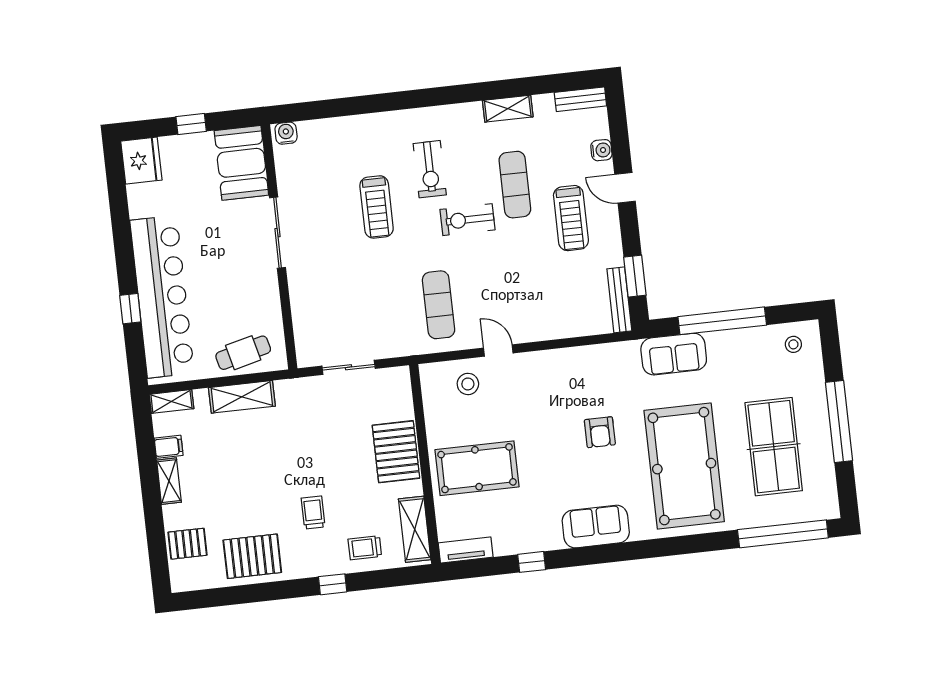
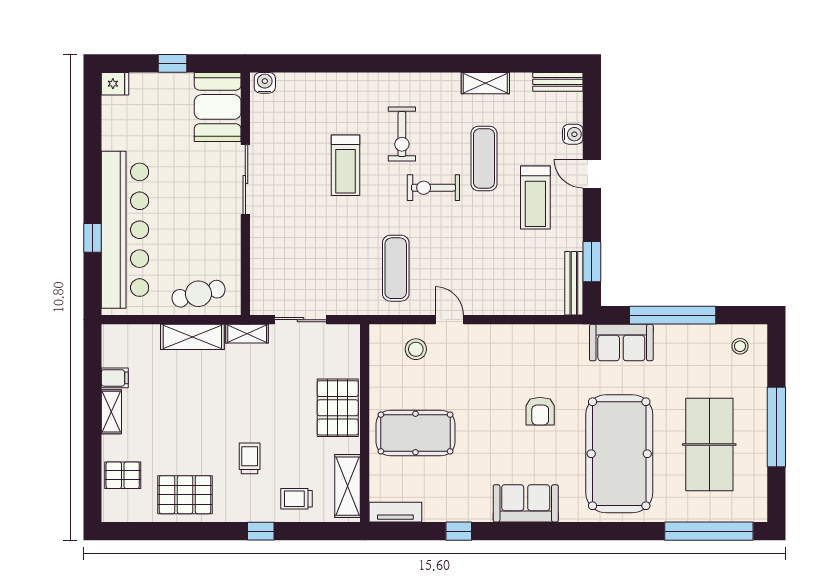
fridge: (141, 161) -> (115, 84), width x0.53, depth x0.75
shelving: (171, 401) -> (247, 334), moved

